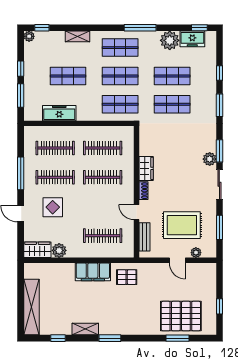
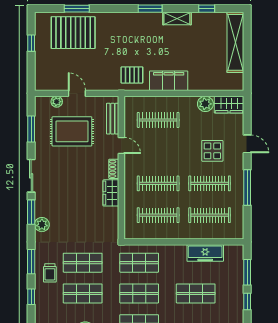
trolley: (202, 95) -> (50, 273), added
plant: (210, 159) -> (42, 225), moved

